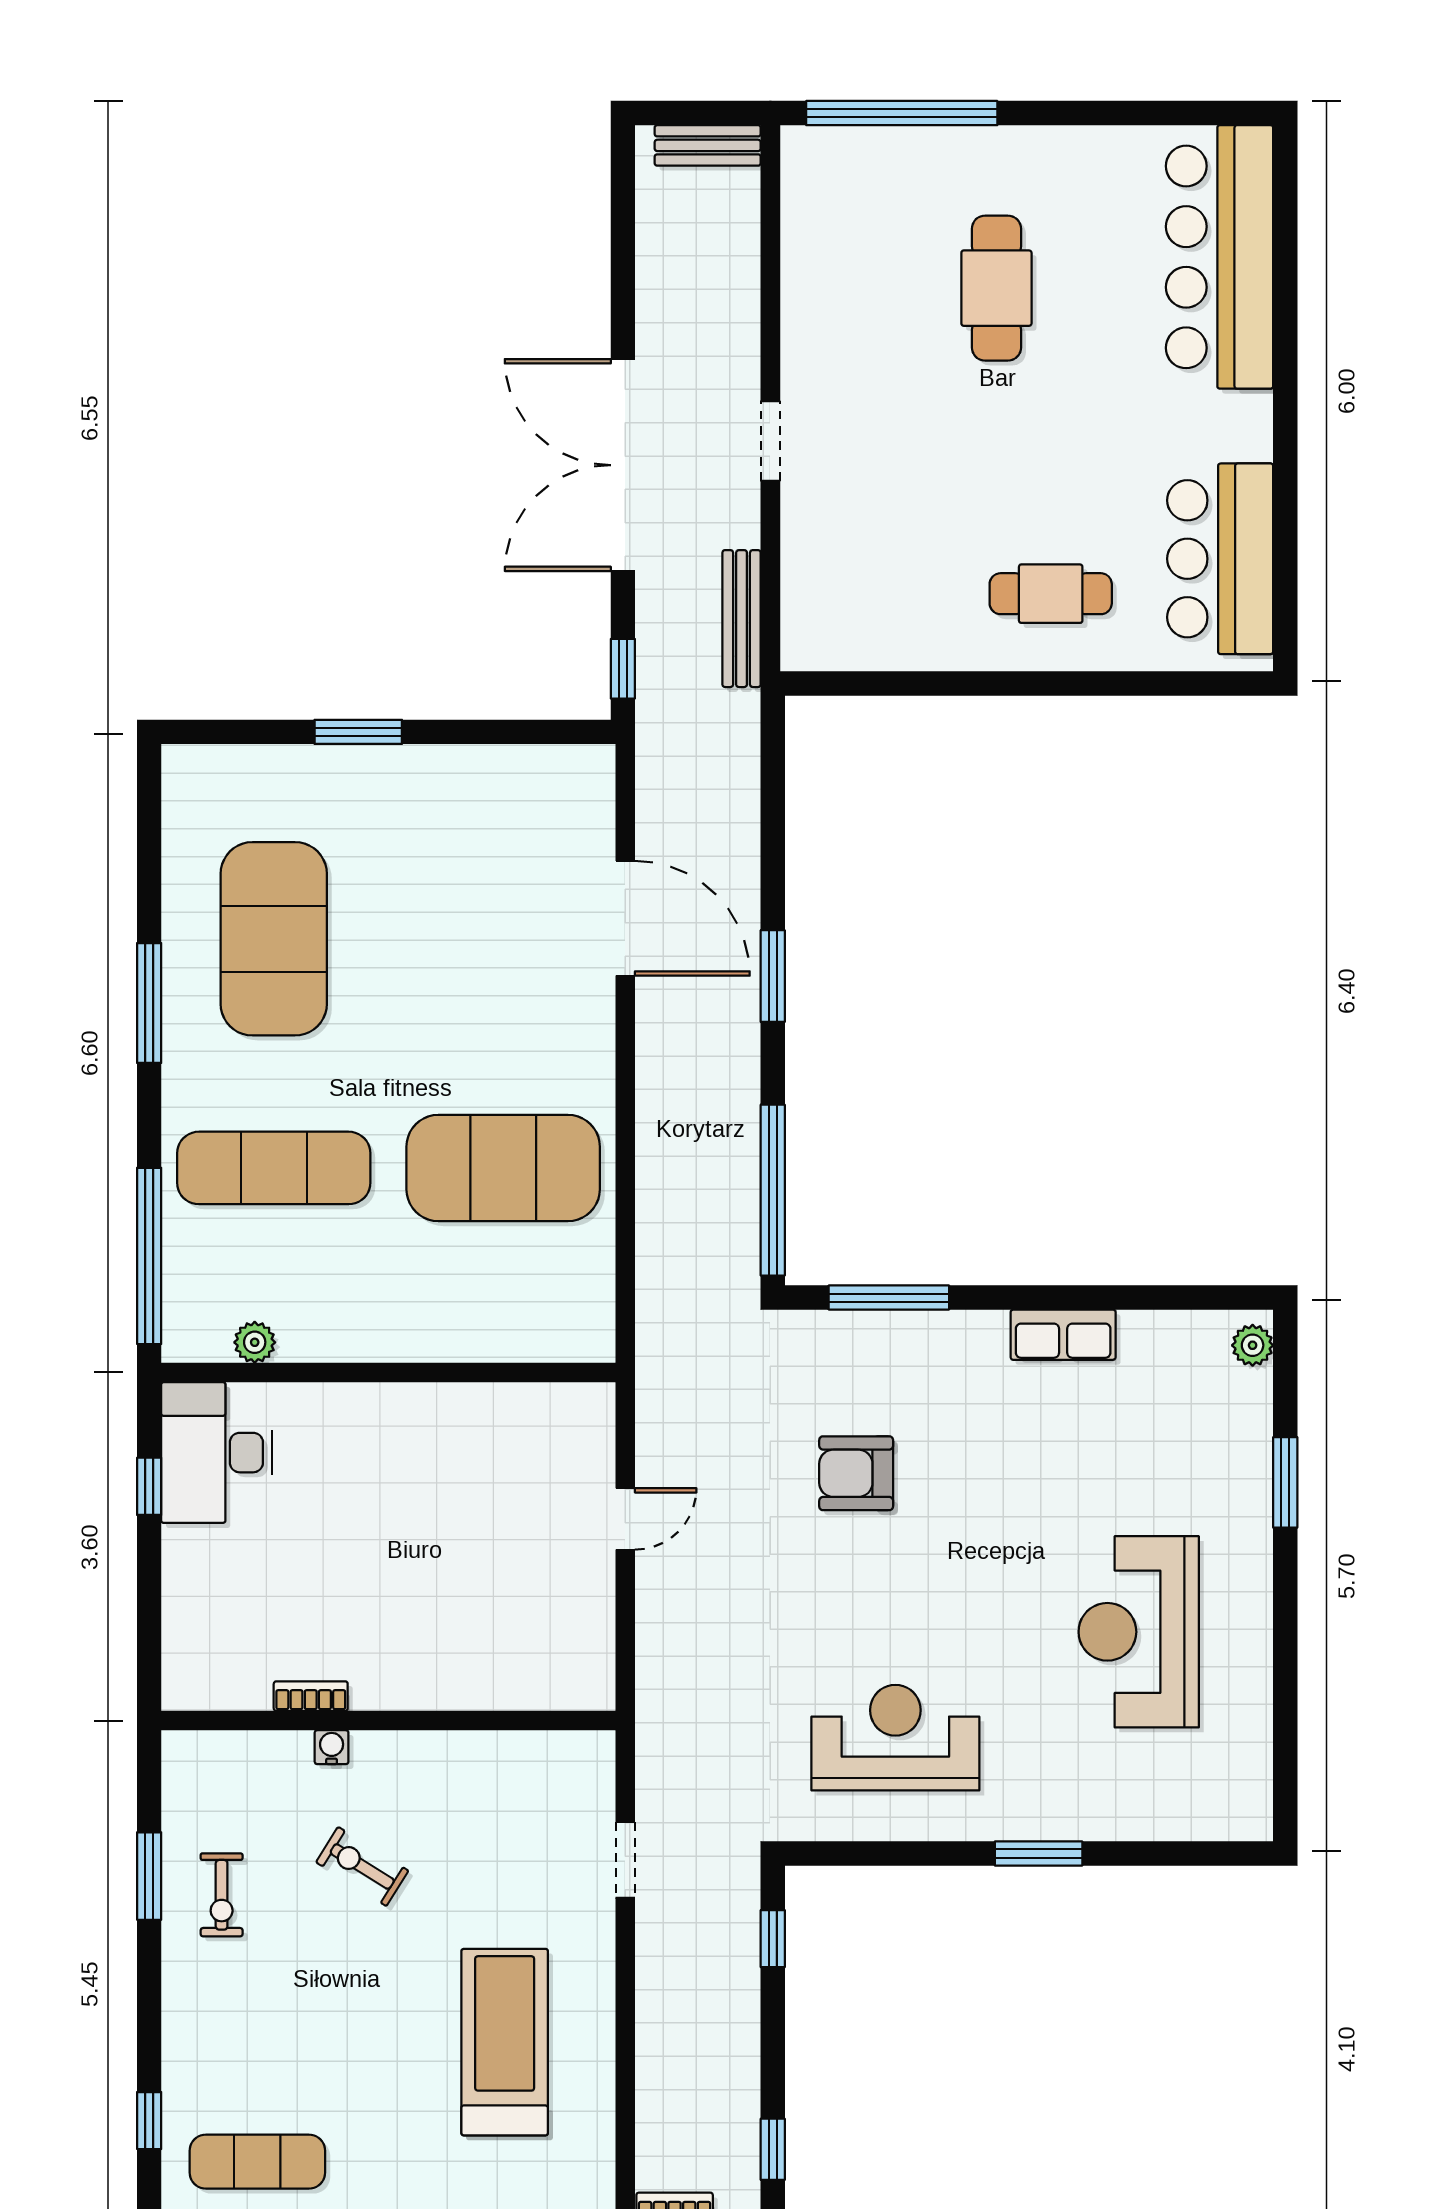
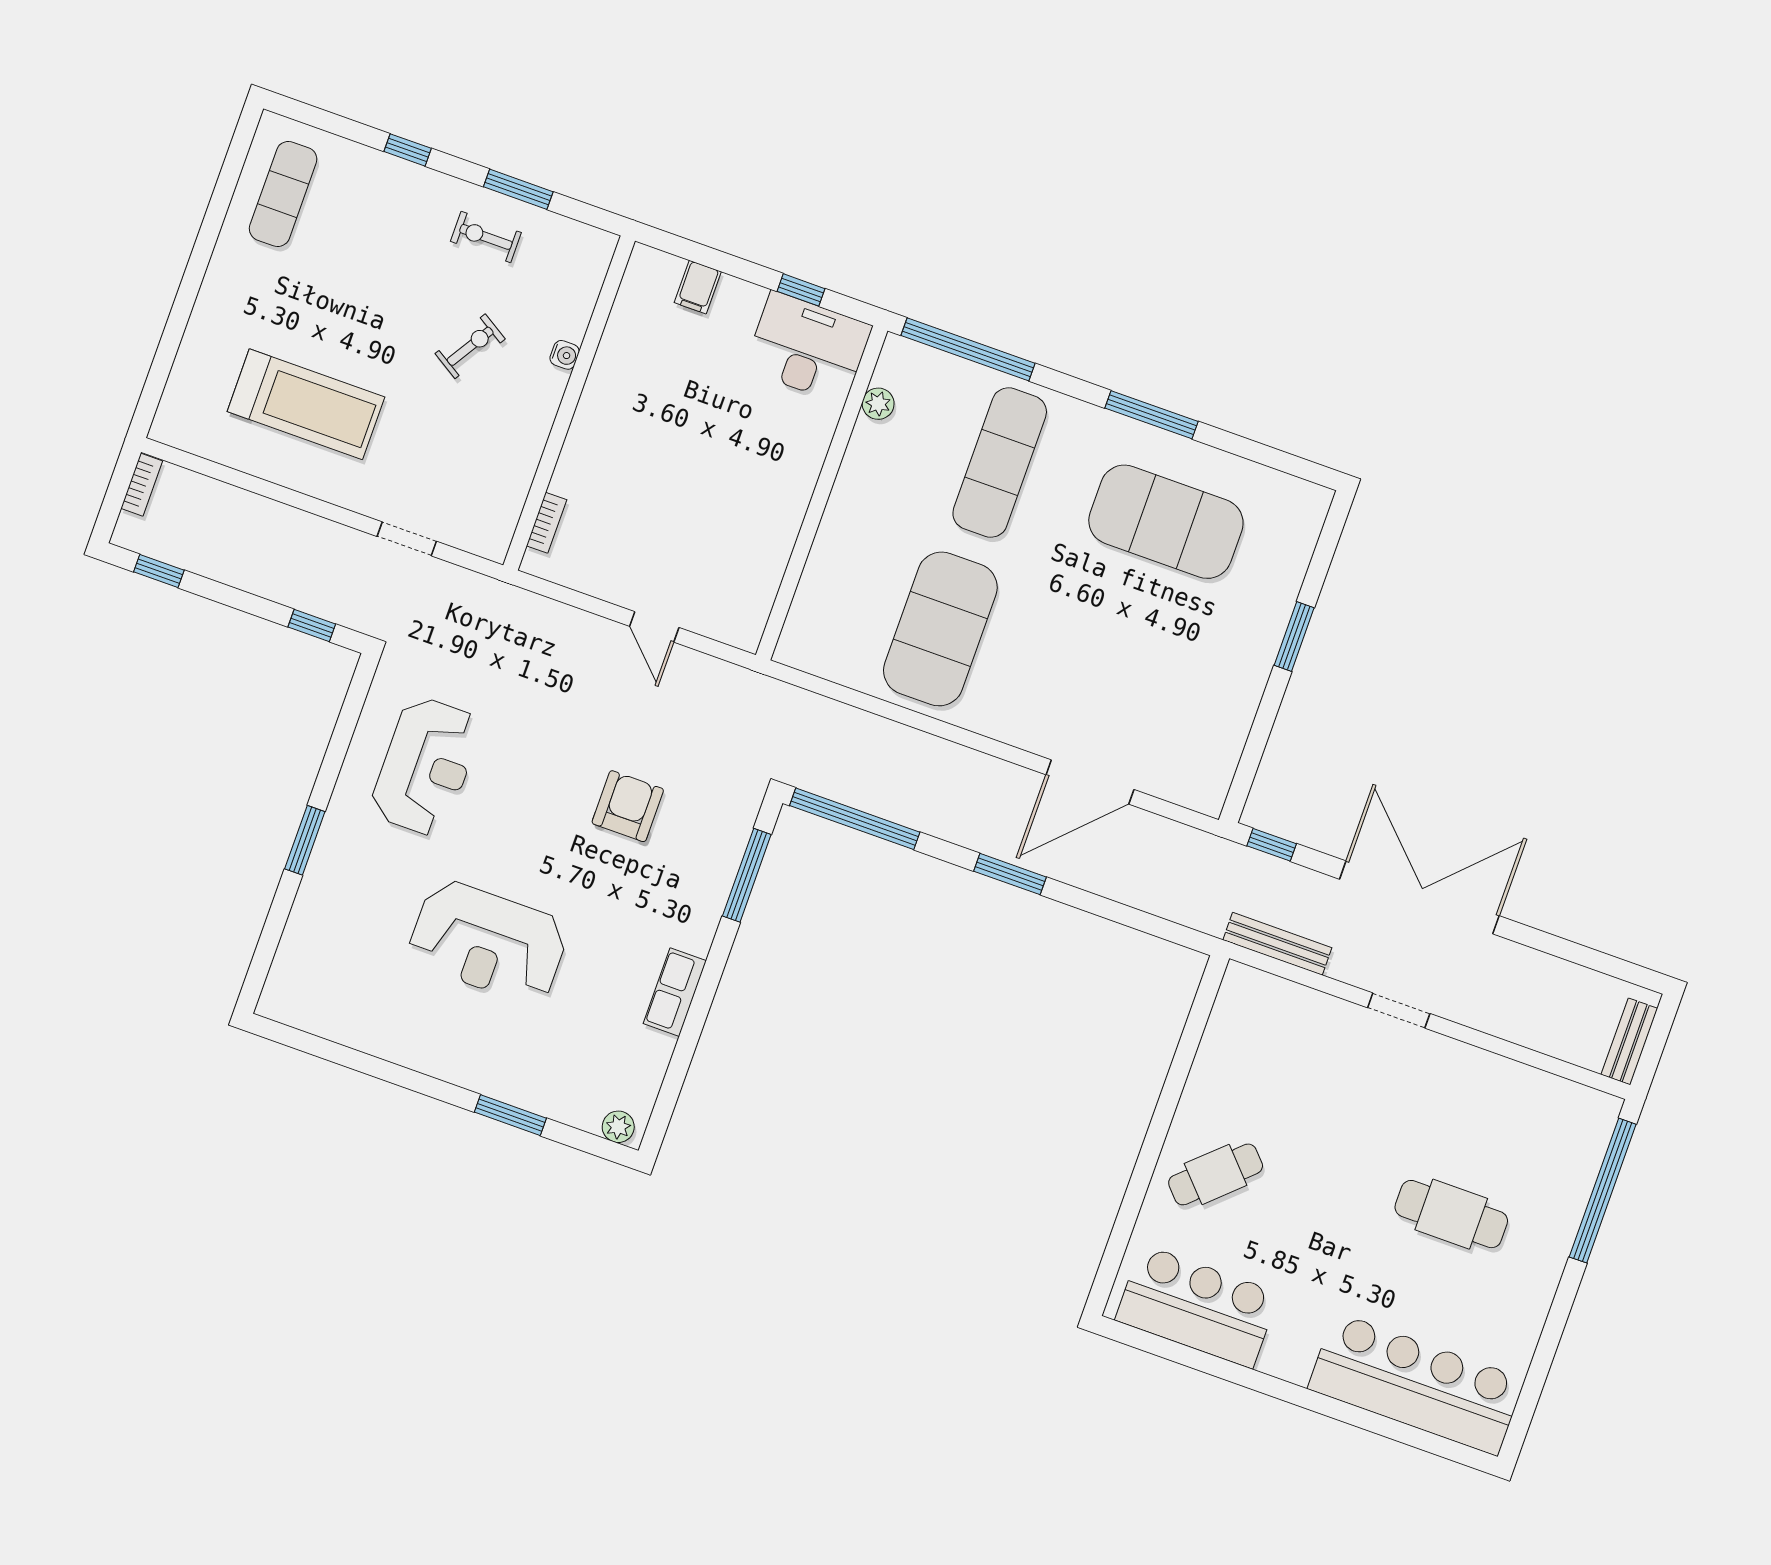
cafe table: (1051, 594) -> (1216, 1174), turned 47
filing cabinet: (191, 1614) -> (698, 287), added
reception desk: (1139, 1632) -> (488, 942), moved, turned 180
bookcase: (311, 1696) -> (547, 523), moved
window: (149, 2121) -> (408, 150), moved

